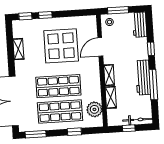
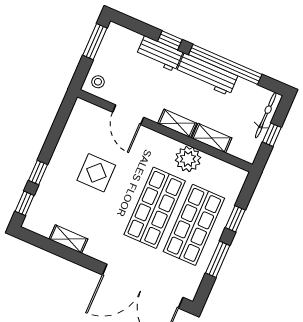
window: (118, 10) -> (95, 42), moved
workbench: (140, 25) -> (160, 54), moved
display table: (61, 46) -> (96, 173), width x0.54, depth x0.54
window: (153, 85) -> (225, 64), width x1.46
plant: (94, 109) -> (188, 159), moved
window: (36, 134) -> (218, 259), moved

